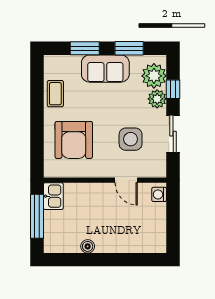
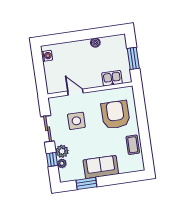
window: (85, 48) -> (117, 179), removed
plant: (154, 76) -> (62, 163), width x0.53, depth x0.53
washing machine: (159, 194) -> (47, 56), moved
kitchen sink: (53, 196) -> (112, 78), moved, turned 90
window: (37, 216) -> (133, 58), width x0.69

